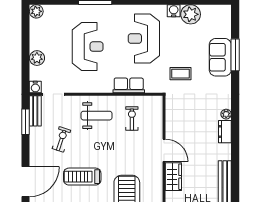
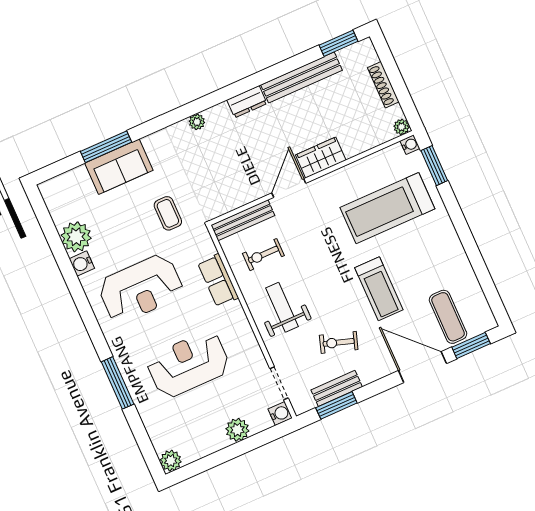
bench: (35, 111) -> (337, 388), moved
bench: (157, 115) -> (243, 220), added
dresser: (225, 132) -> (247, 102), moved

